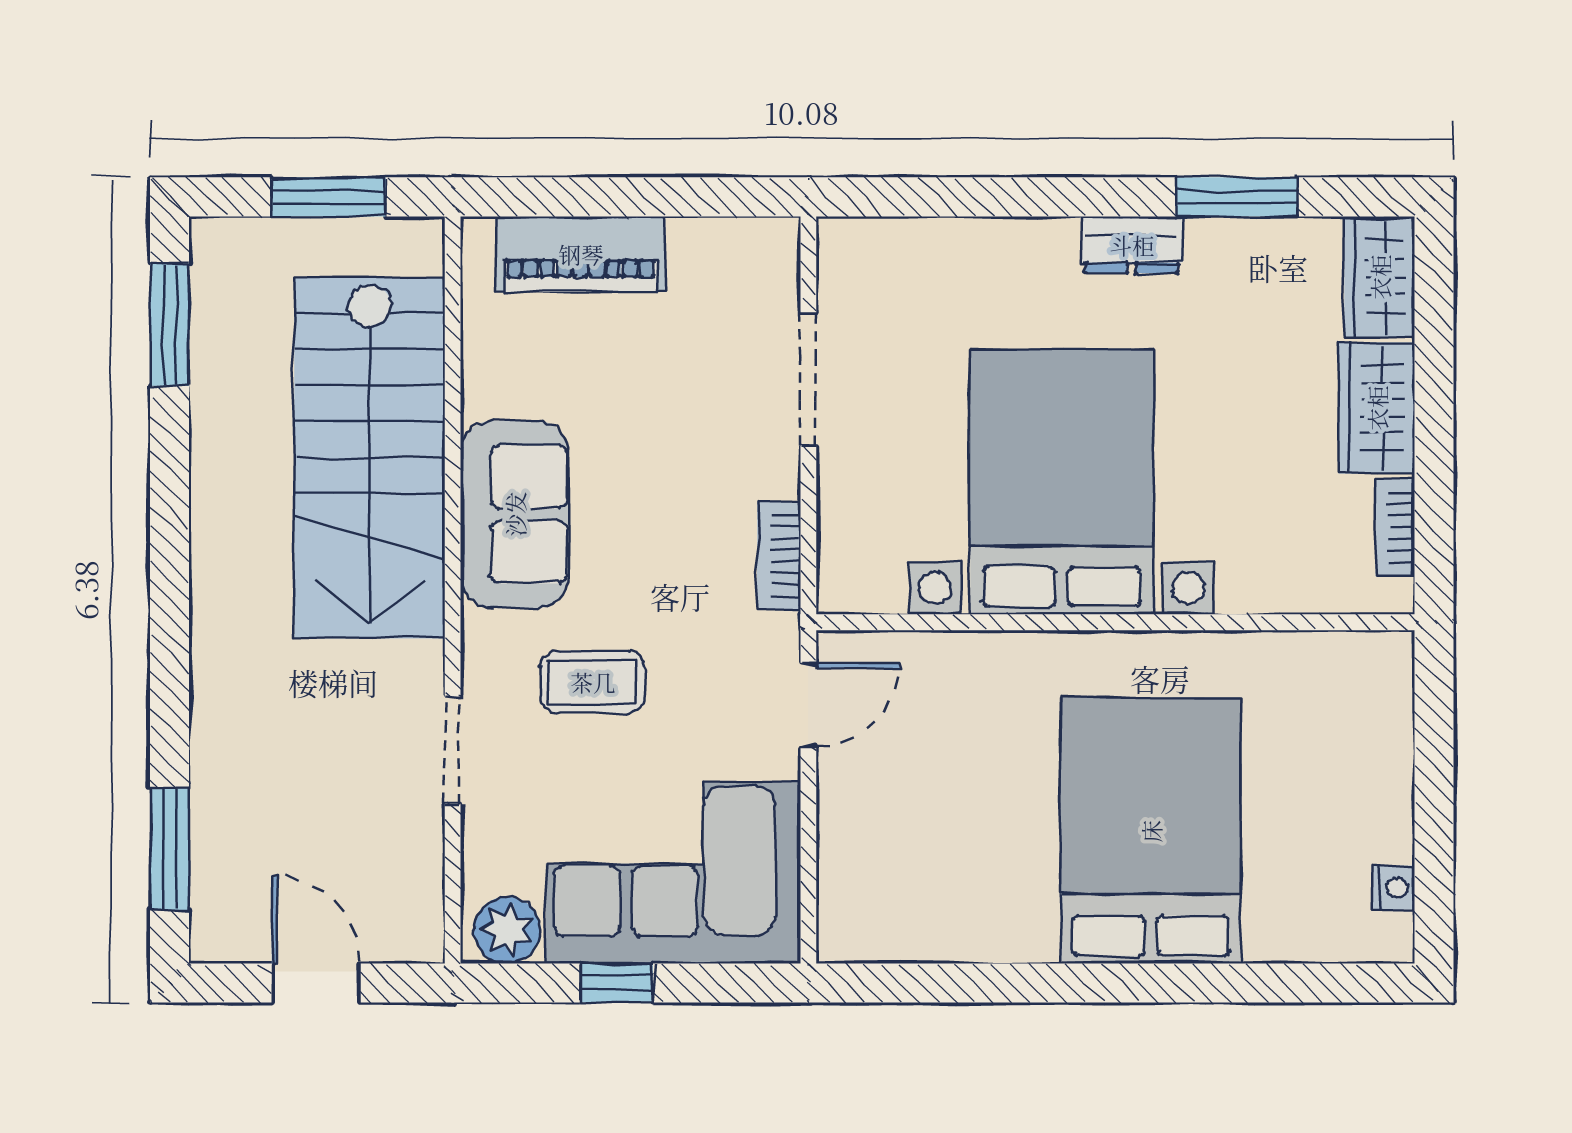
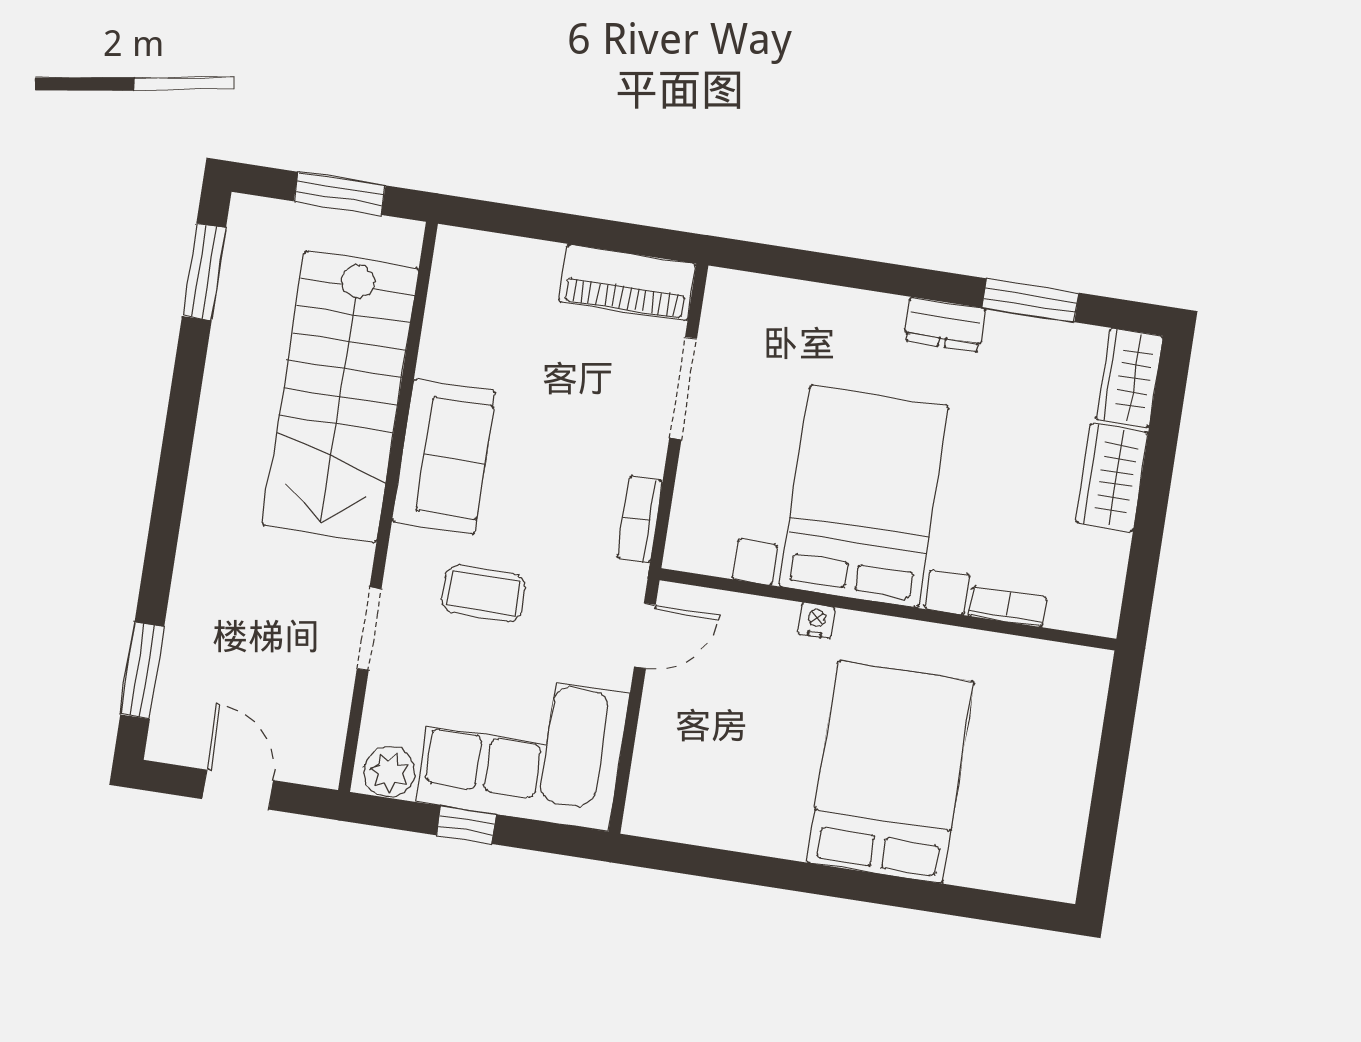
piano: (581, 254) -> (627, 282), moved
bookcase: (1395, 528) -> (1007, 607), moved, turned 90
nightstand: (1394, 888) -> (817, 621), moved, turned -90

